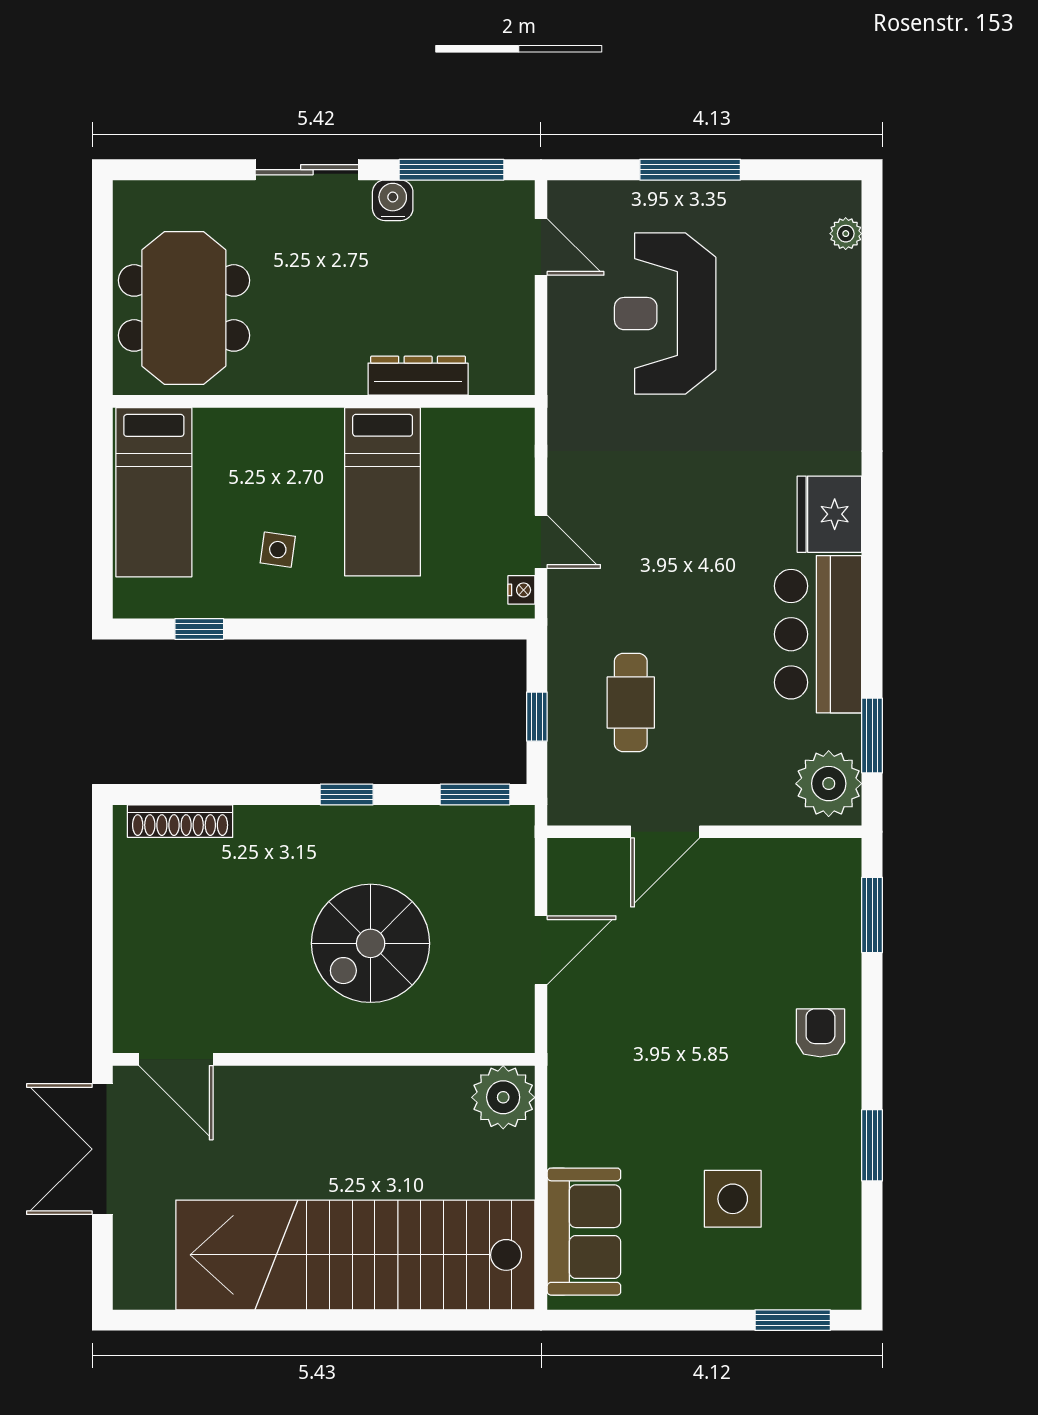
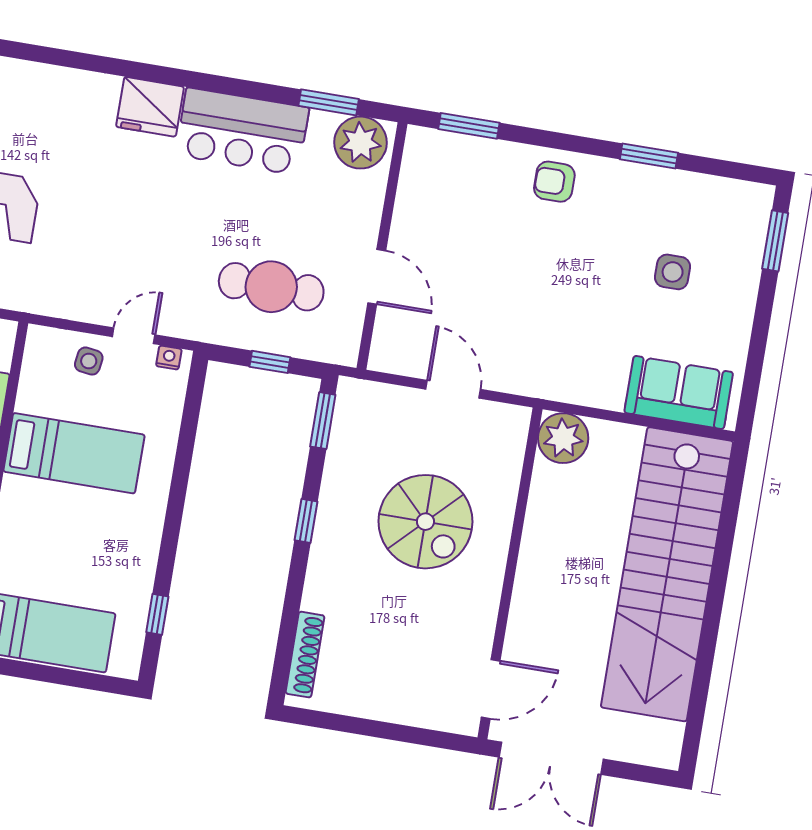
side table: (278, 550) -> (89, 361), moved
cafe table: (631, 703) -> (271, 287), width x1.37, depth x1.35
side table: (733, 1199) -> (673, 272), width x0.73, depth x0.73

